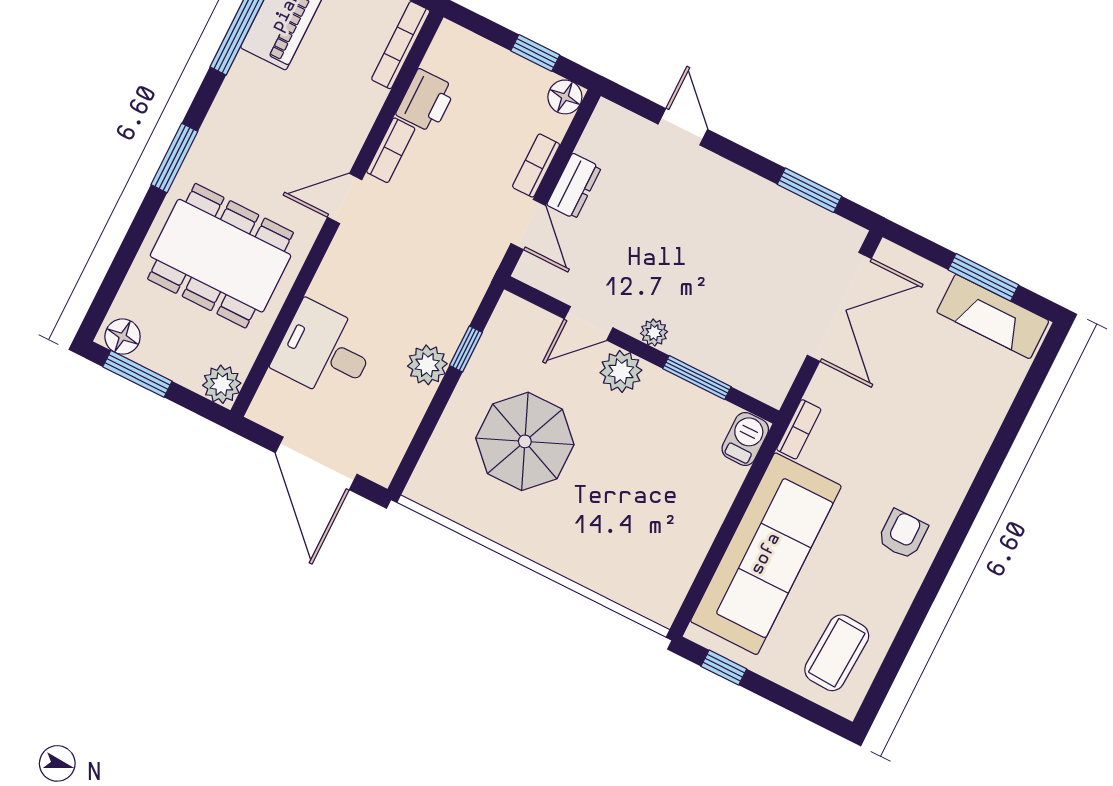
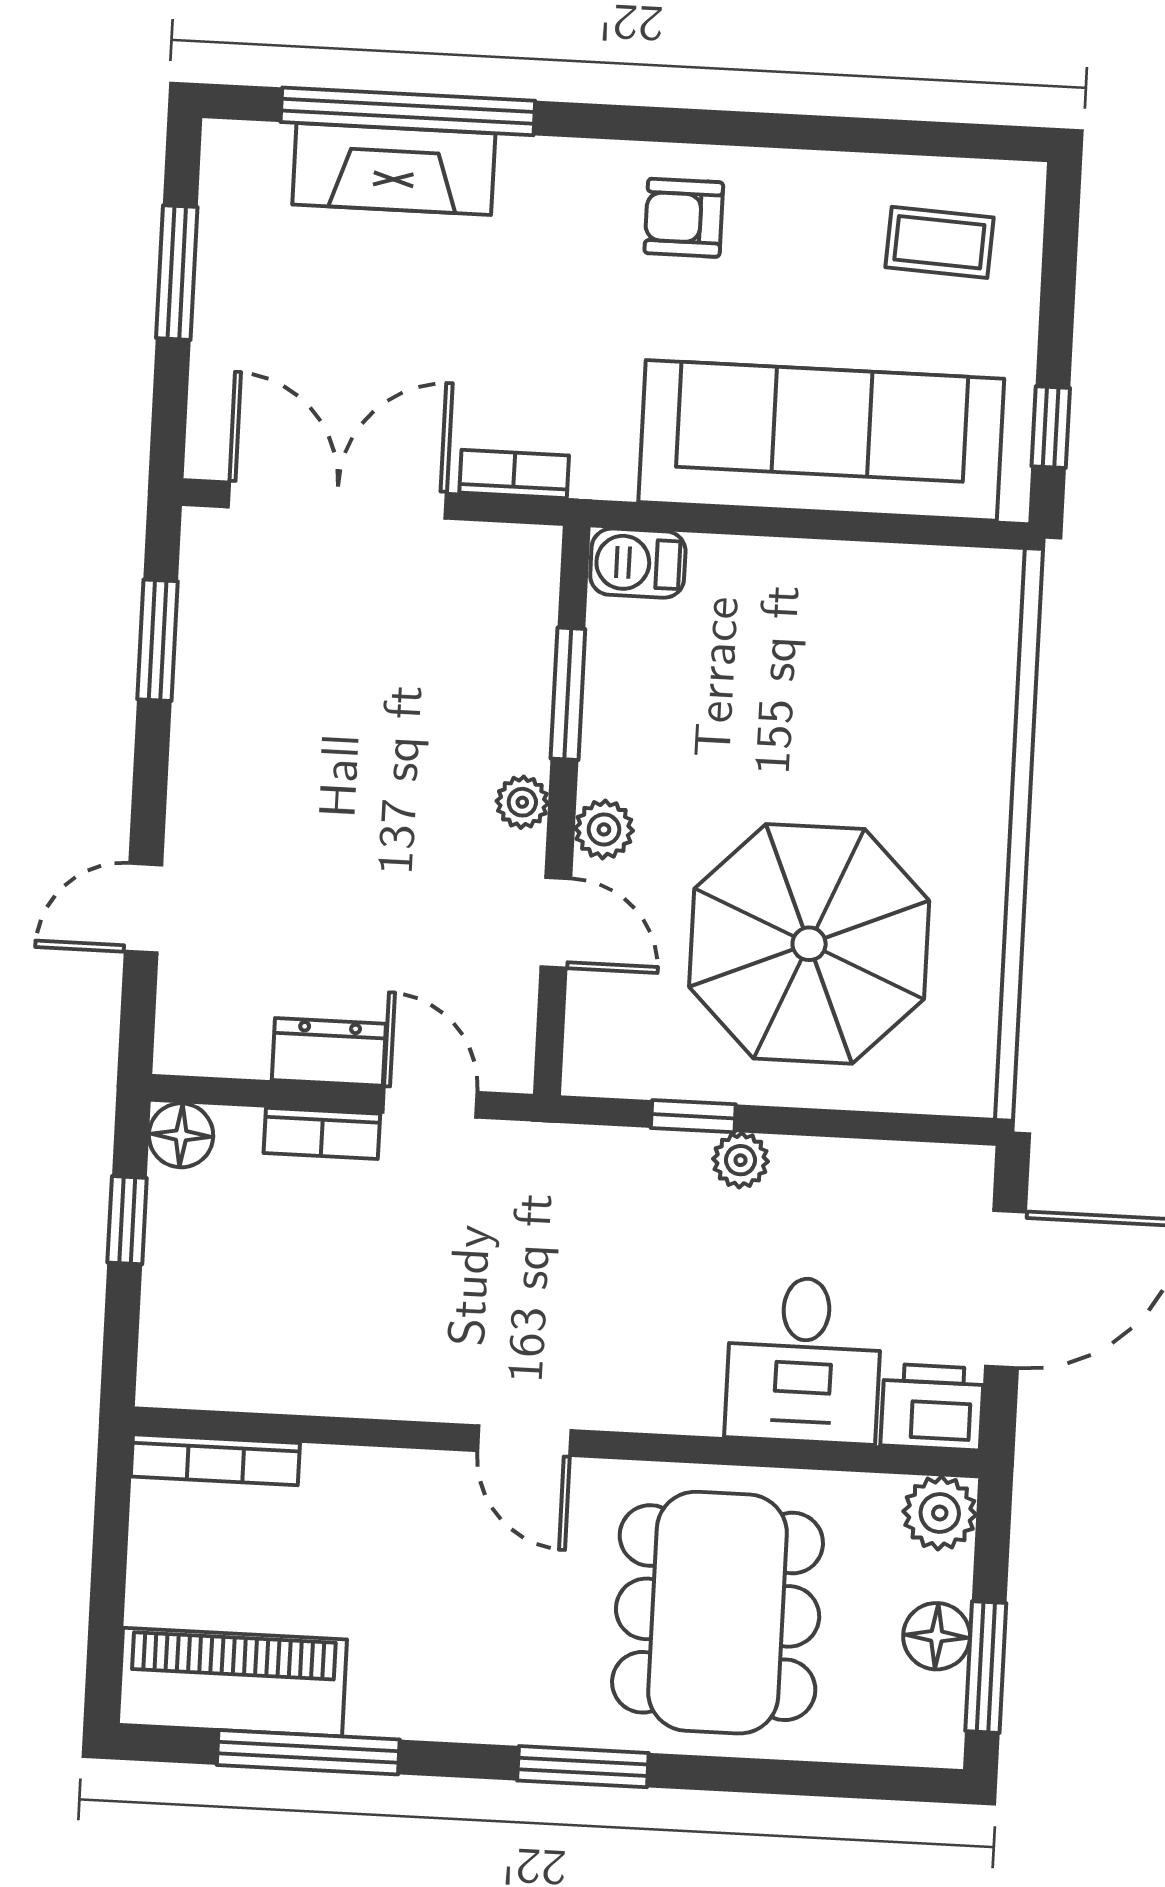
printer: (426, 101) -> (932, 1407), moved
bookcase: (391, 150) -> (406, 1397), removed
door: (528, 224) -> (430, 1102), hinge flipped
fireplace: (993, 316) -> (394, 169), moved, turned 90
floor lamp: (123, 337) -> (937, 1636), moved
plant: (427, 365) -> (740, 1160), width x0.73, depth x0.73
plant: (621, 371) -> (604, 829), width x0.73, depth x0.73
window: (1012, 423) -> (408, 111), added
bookcase: (799, 429) -> (514, 474), moved
parasol: (525, 441) -> (809, 944), width x1.36, depth x1.36
coffee table: (837, 653) -> (939, 242), width x0.73, depth x0.77

